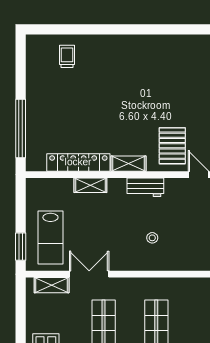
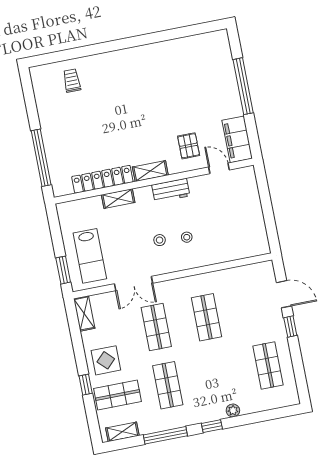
pallet: (172, 146) -> (189, 146), width x0.67, depth x0.71
stool: (124, 235) -> (160, 240), added
double door: (89, 274) -> (134, 284), swing flipped
shelving: (52, 285) -> (84, 313), moved, turned 90

